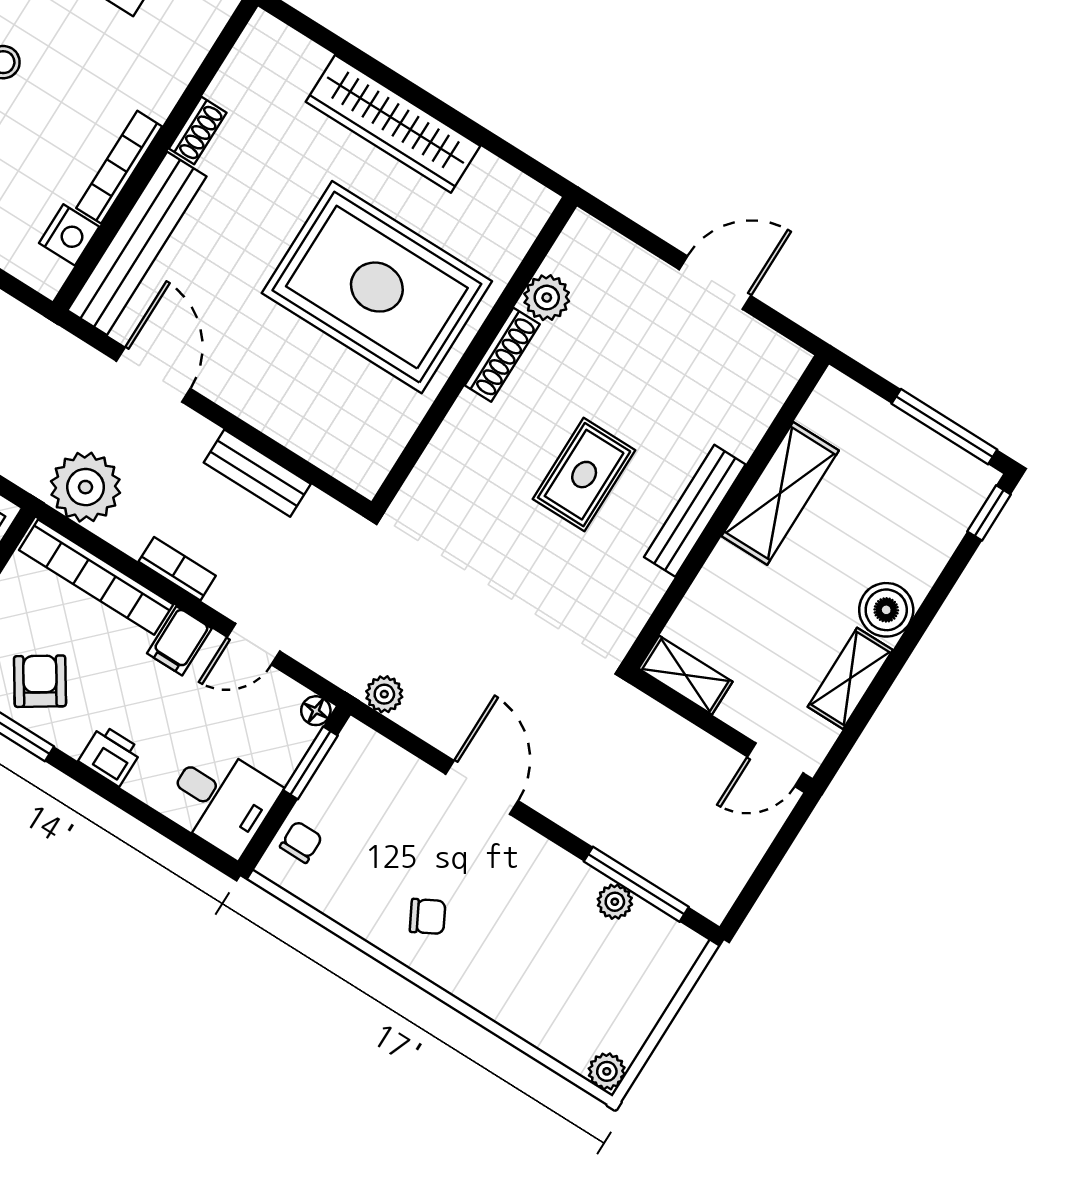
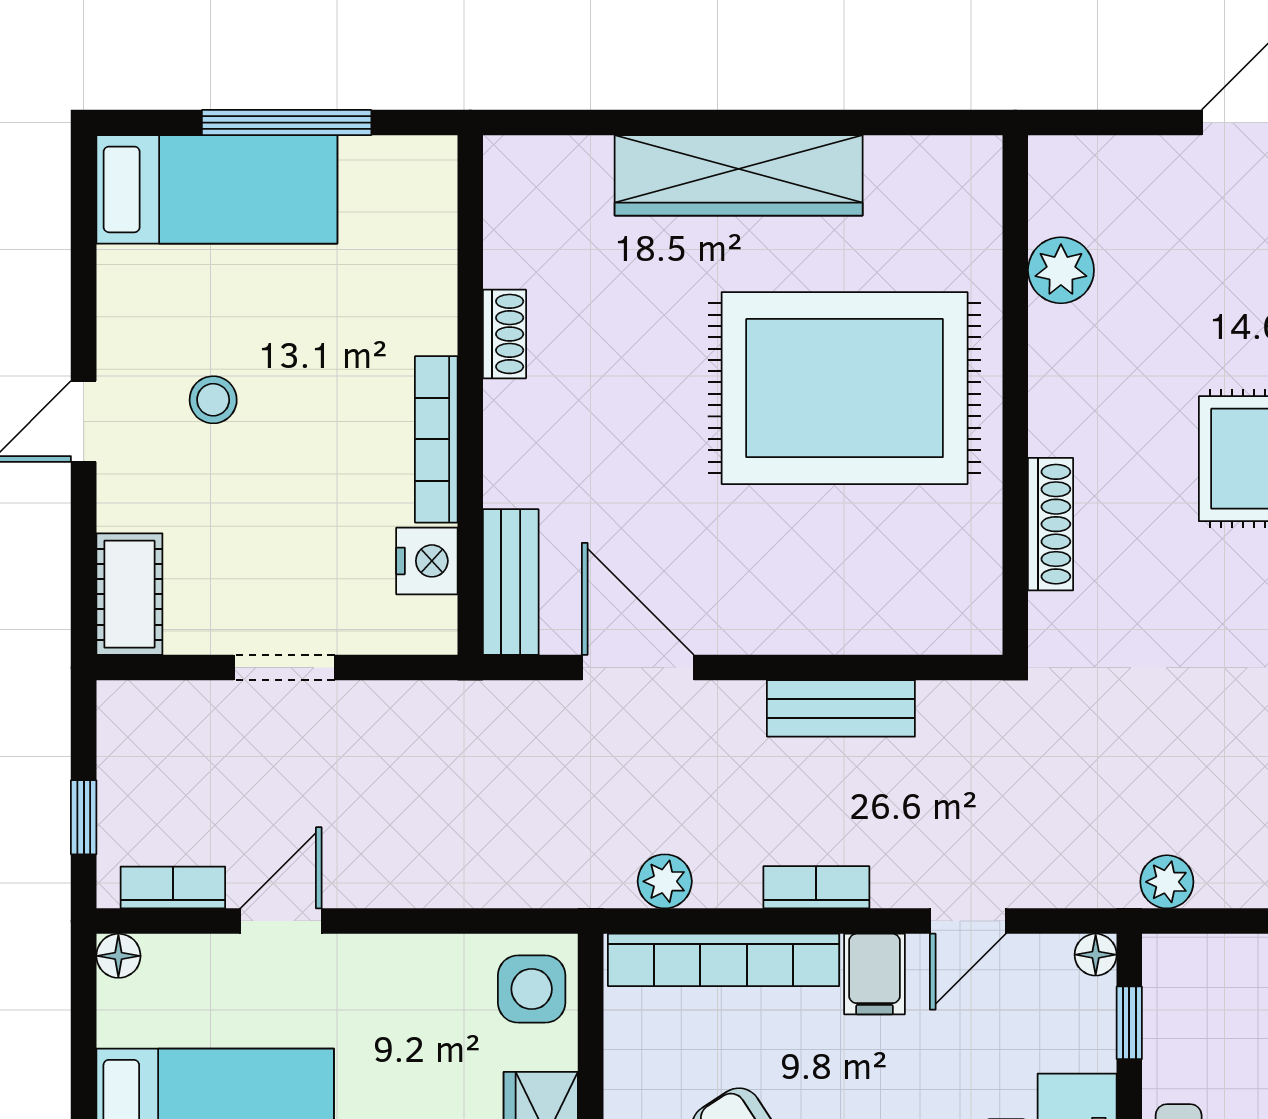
bench: (137, 243) -> (511, 582), width x0.54, depth x0.82
shoe rack: (502, 355) -> (1050, 524), moved
plant: (86, 487) -> (665, 881), width x0.53, depth x0.53
window: (311, 763) -> (1129, 1023), width x0.67

